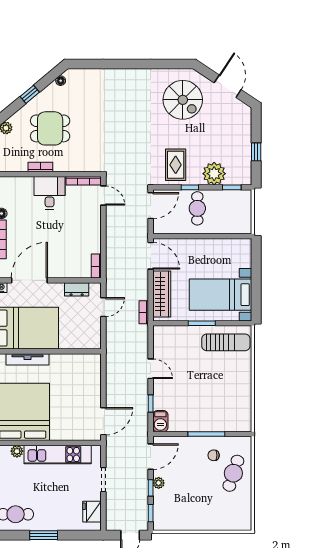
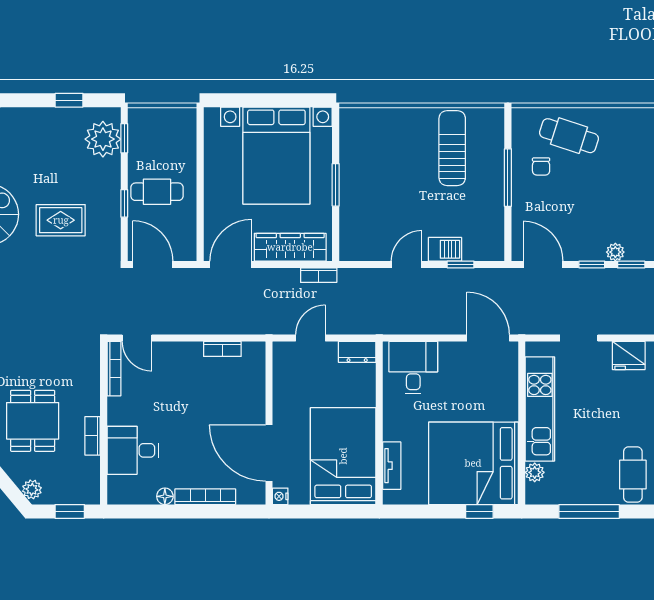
rug: (176, 165) -> (61, 220), moved
plant: (214, 174) -> (103, 139), moved
desk: (50, 193) -> (133, 450), moved
door: (103, 196) -> (137, 338), swing flipped
bookcase: (96, 266) -> (222, 349), moved
dresser: (77, 289) -> (357, 352), moved, turned 90
bed with nightstands: (221, 295) -> (276, 156), width x1.36
door: (103, 307) -> (311, 338), hinge flipped
sun lounger: (226, 342) -> (452, 148), moved
tv unit: (27, 359) -> (392, 466), width x0.71
desk: (84, 373) -> (413, 368), added
barbecue: (160, 421) -> (445, 249), moved
plant: (159, 483) -> (615, 252), moved

